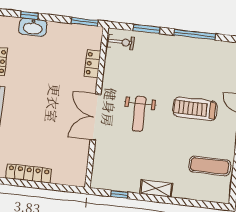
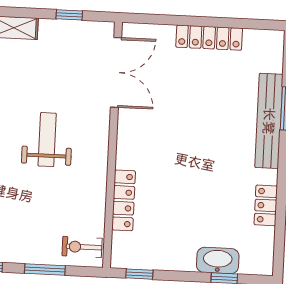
window: (85, 22) -> (139, 274), width x0.67
locker: (93, 64) -> (124, 200), width x1.53
double door: (96, 117) -> (116, 72), moved

